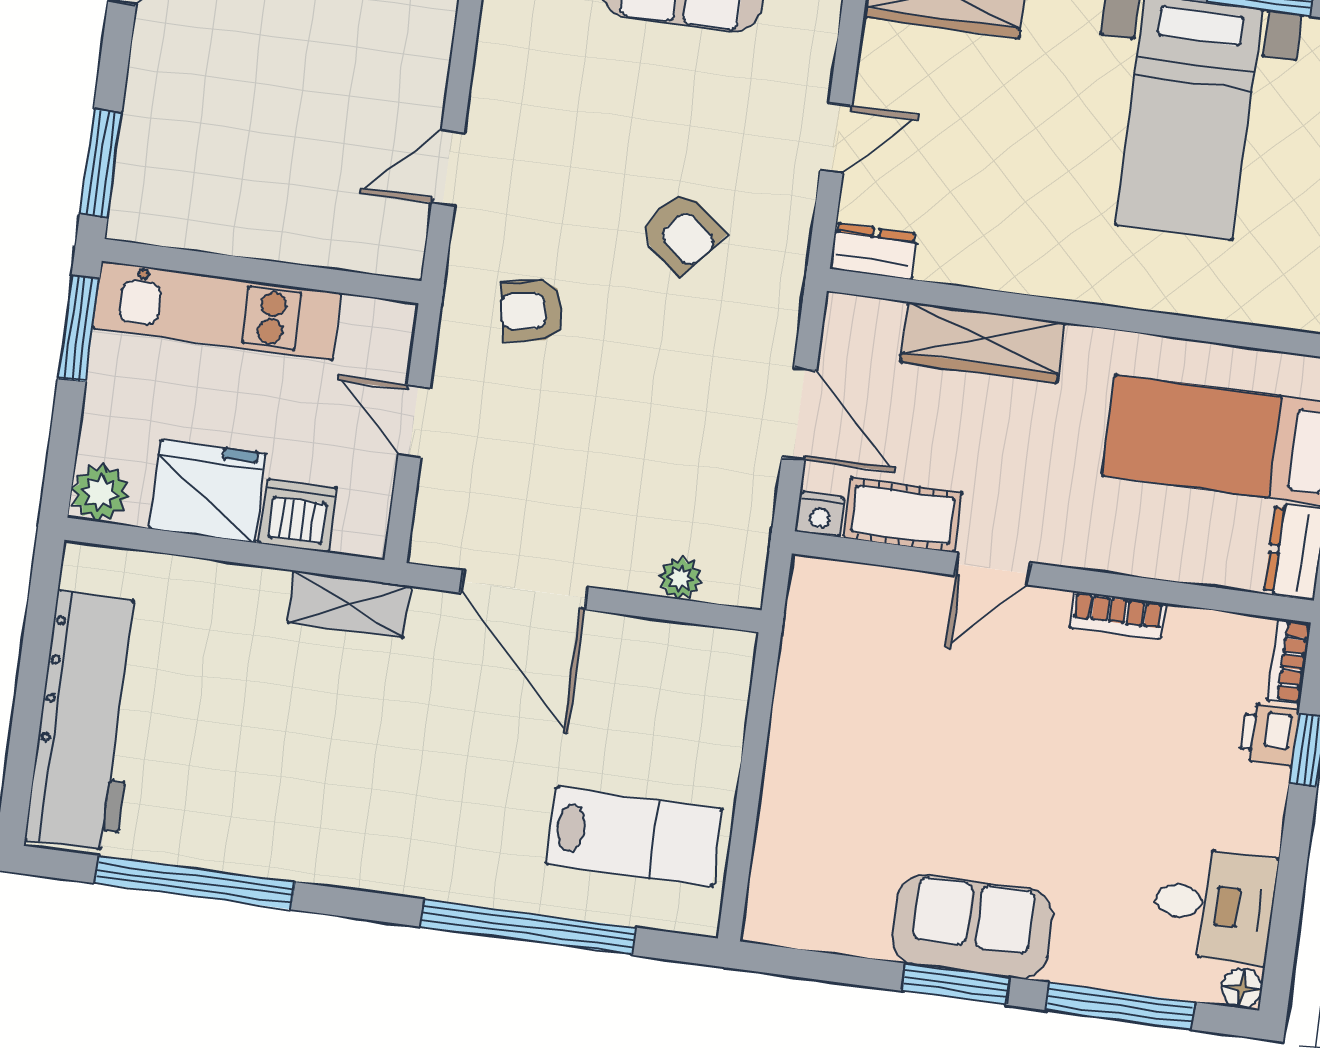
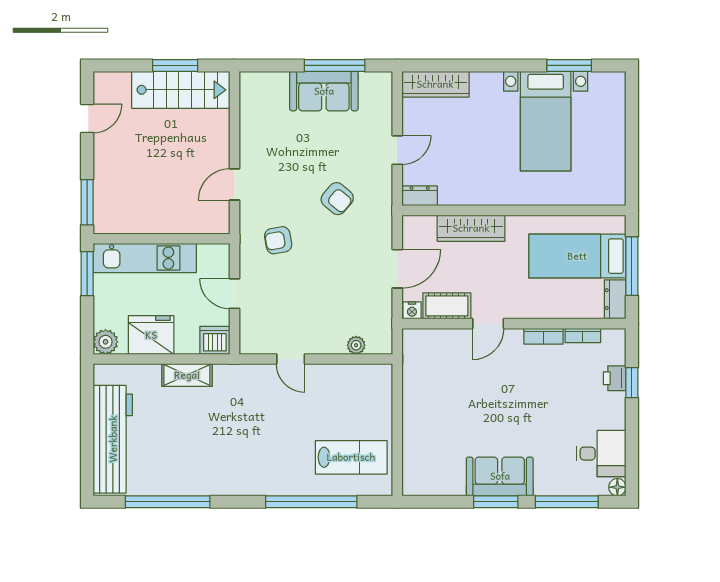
door: (799, 414) -> (397, 269), hinge flipped
dishwasher: (298, 516) -> (215, 340), moved
door: (524, 590) -> (291, 359), width x0.53
shelving: (349, 604) -> (187, 375), moved
bookcase: (1289, 662) -> (583, 335), moved, turned -90

